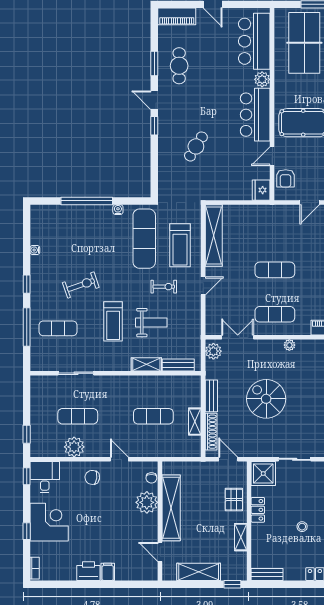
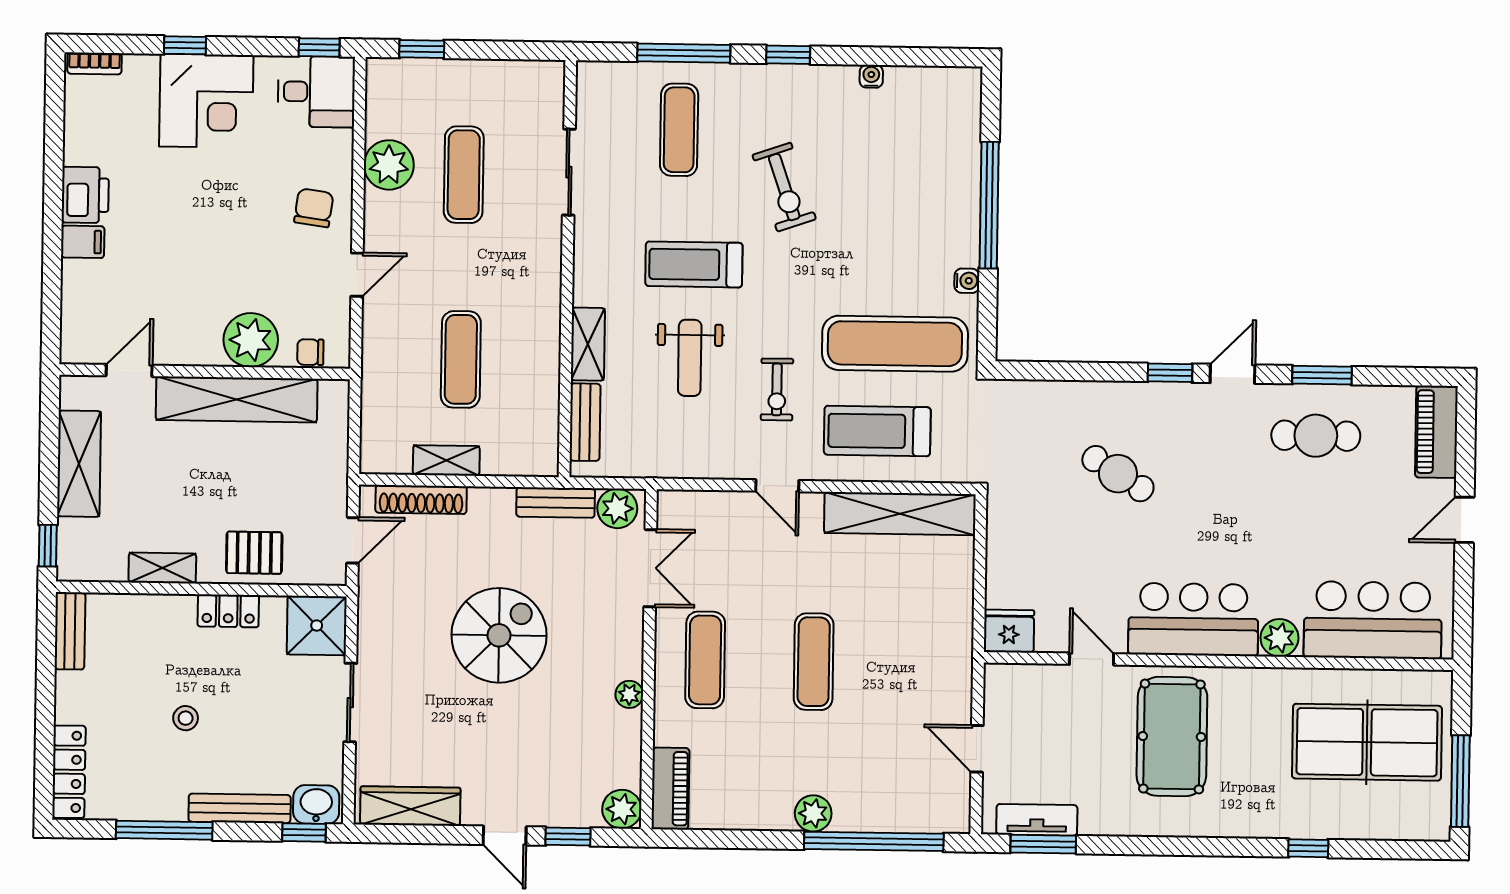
armchair: (286, 178) -> (1037, 691), removed
bench: (211, 396) -> (556, 503), moved

